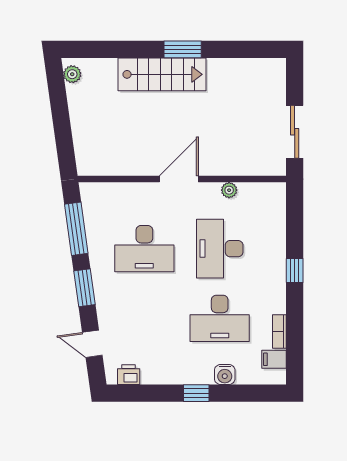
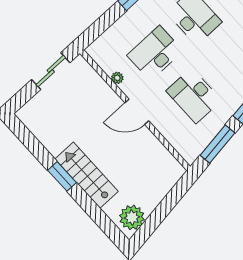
plant: (72, 74) -> (132, 217), width x1.87, depth x1.87
desk: (144, 249) -> (194, 96), turned 180
desk: (220, 249) -> (155, 53), turned 180

